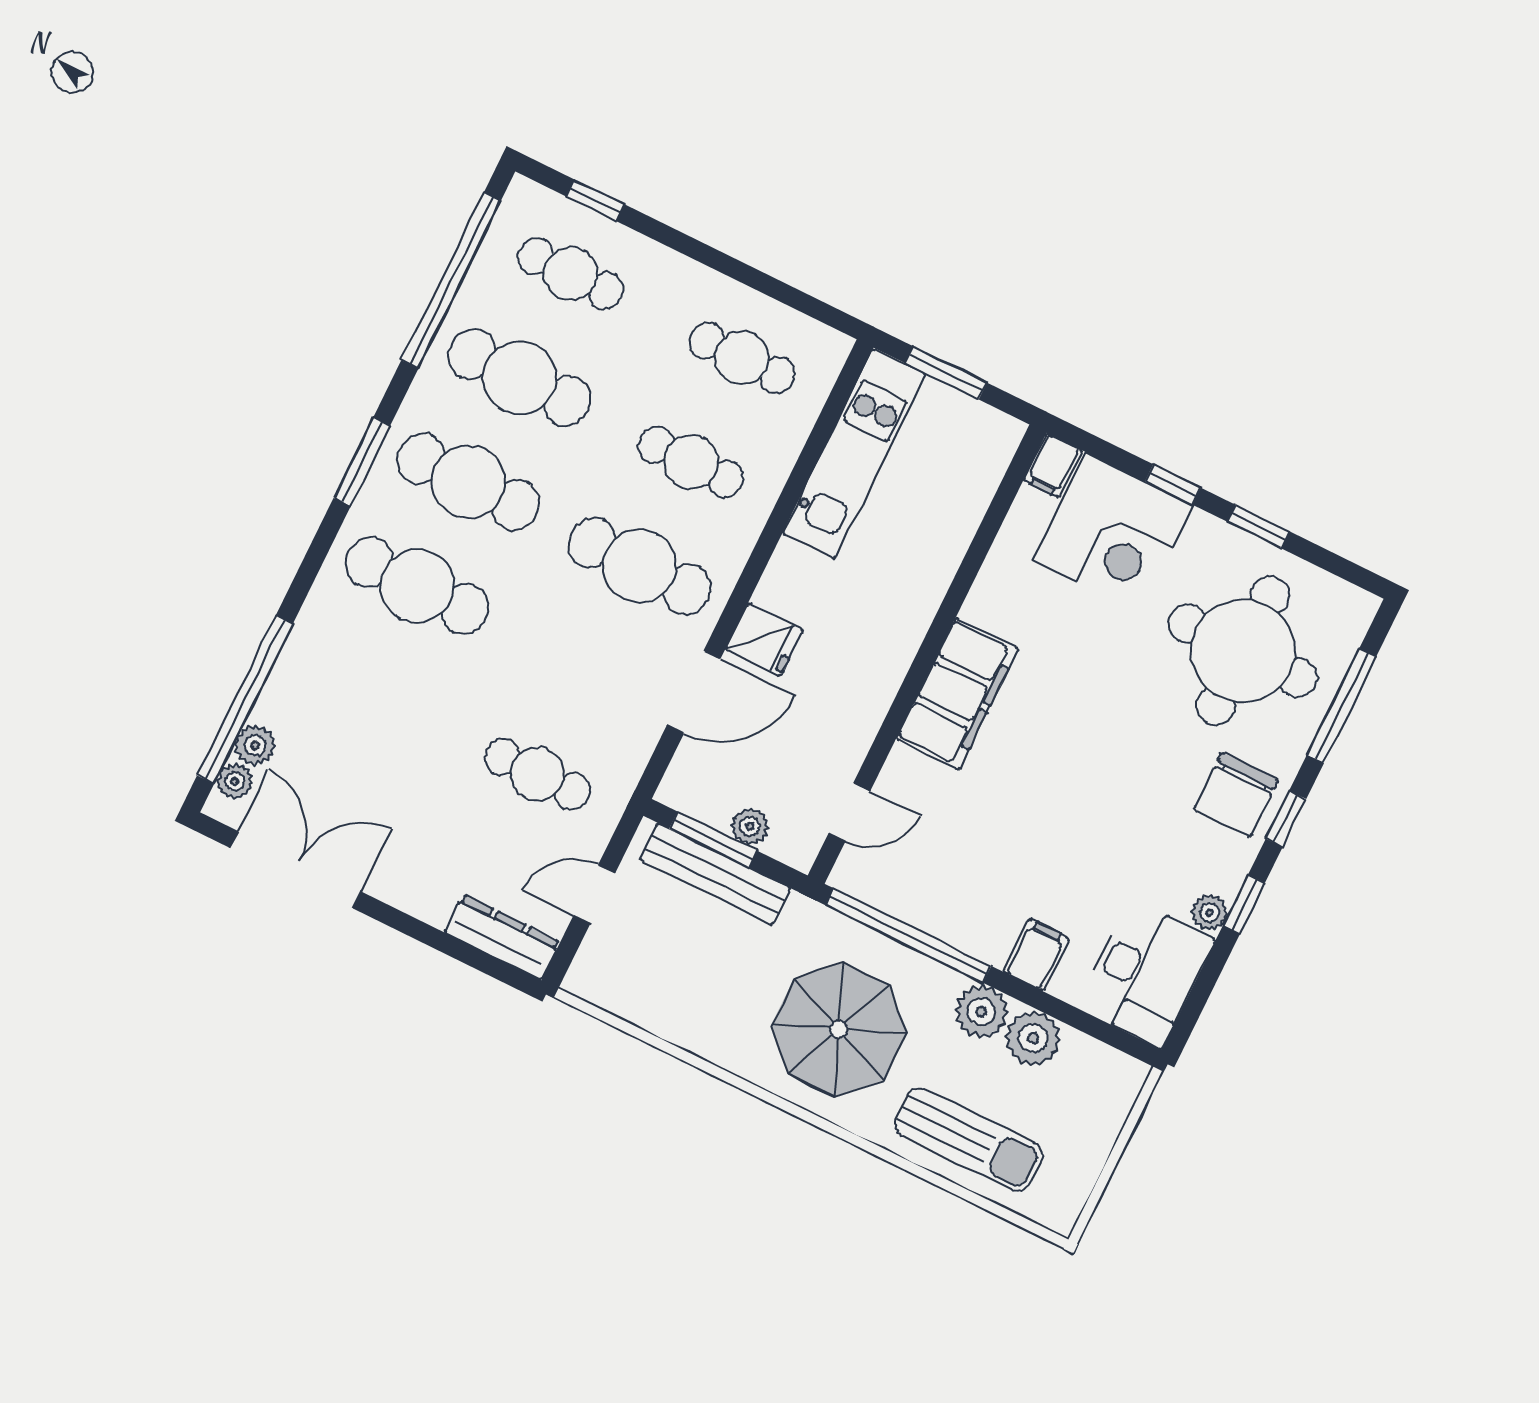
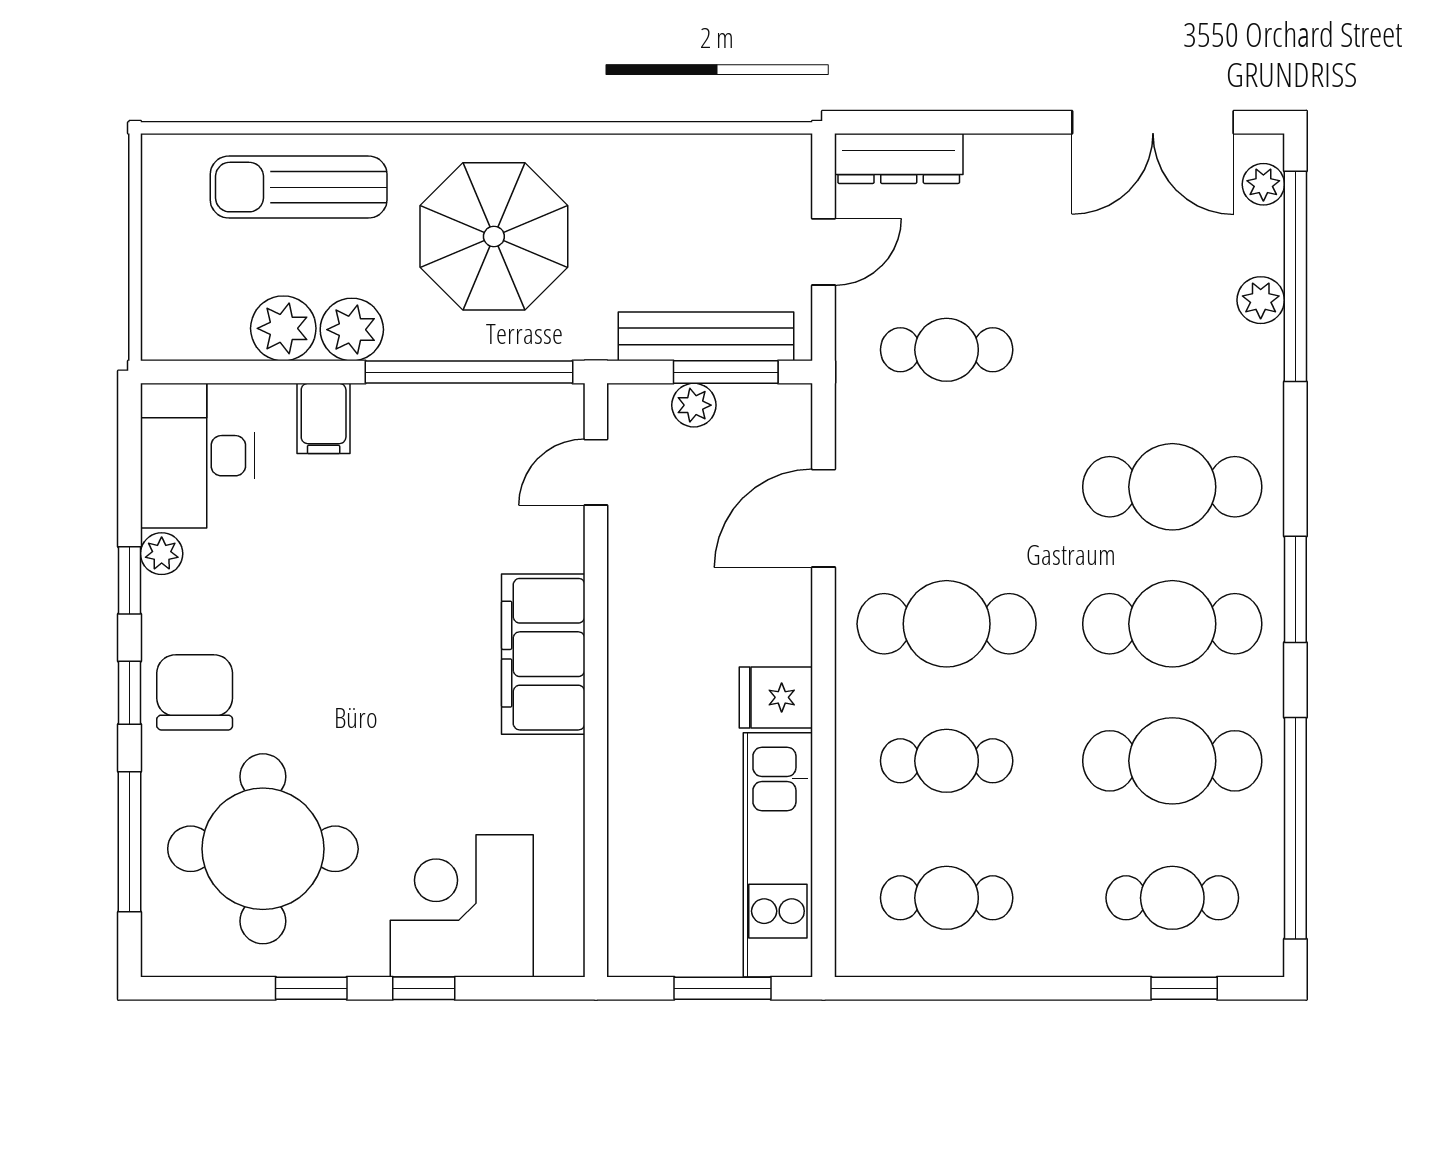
filing cabinet: (1053, 465) -> (561, 946), removed
fridge: (764, 640) -> (776, 697), moved
plant: (255, 745) -> (1261, 300), moved

